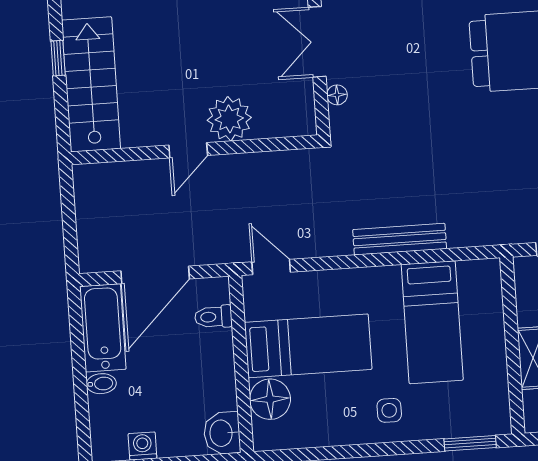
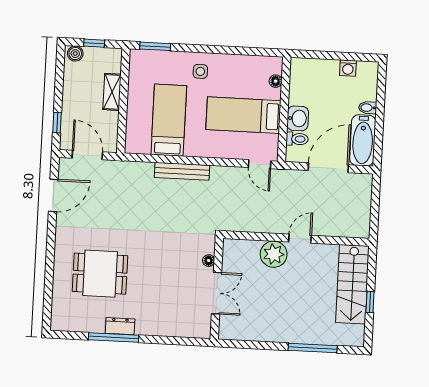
floor lamp: (270, 399) -> (276, 81), width x0.53, depth x0.53
washbasin: (222, 433) -> (298, 118), moved

